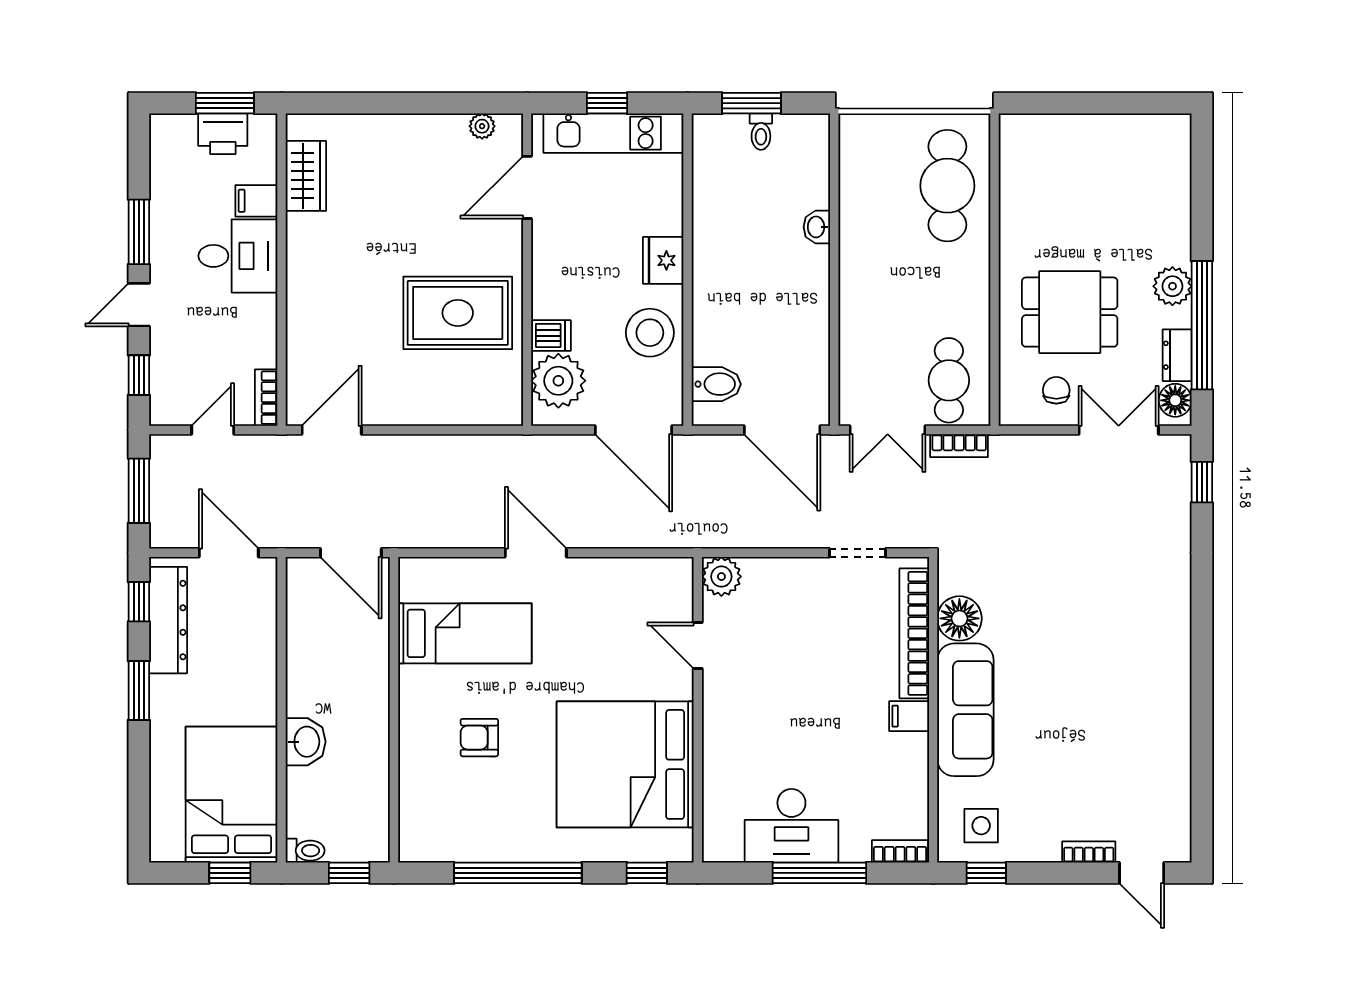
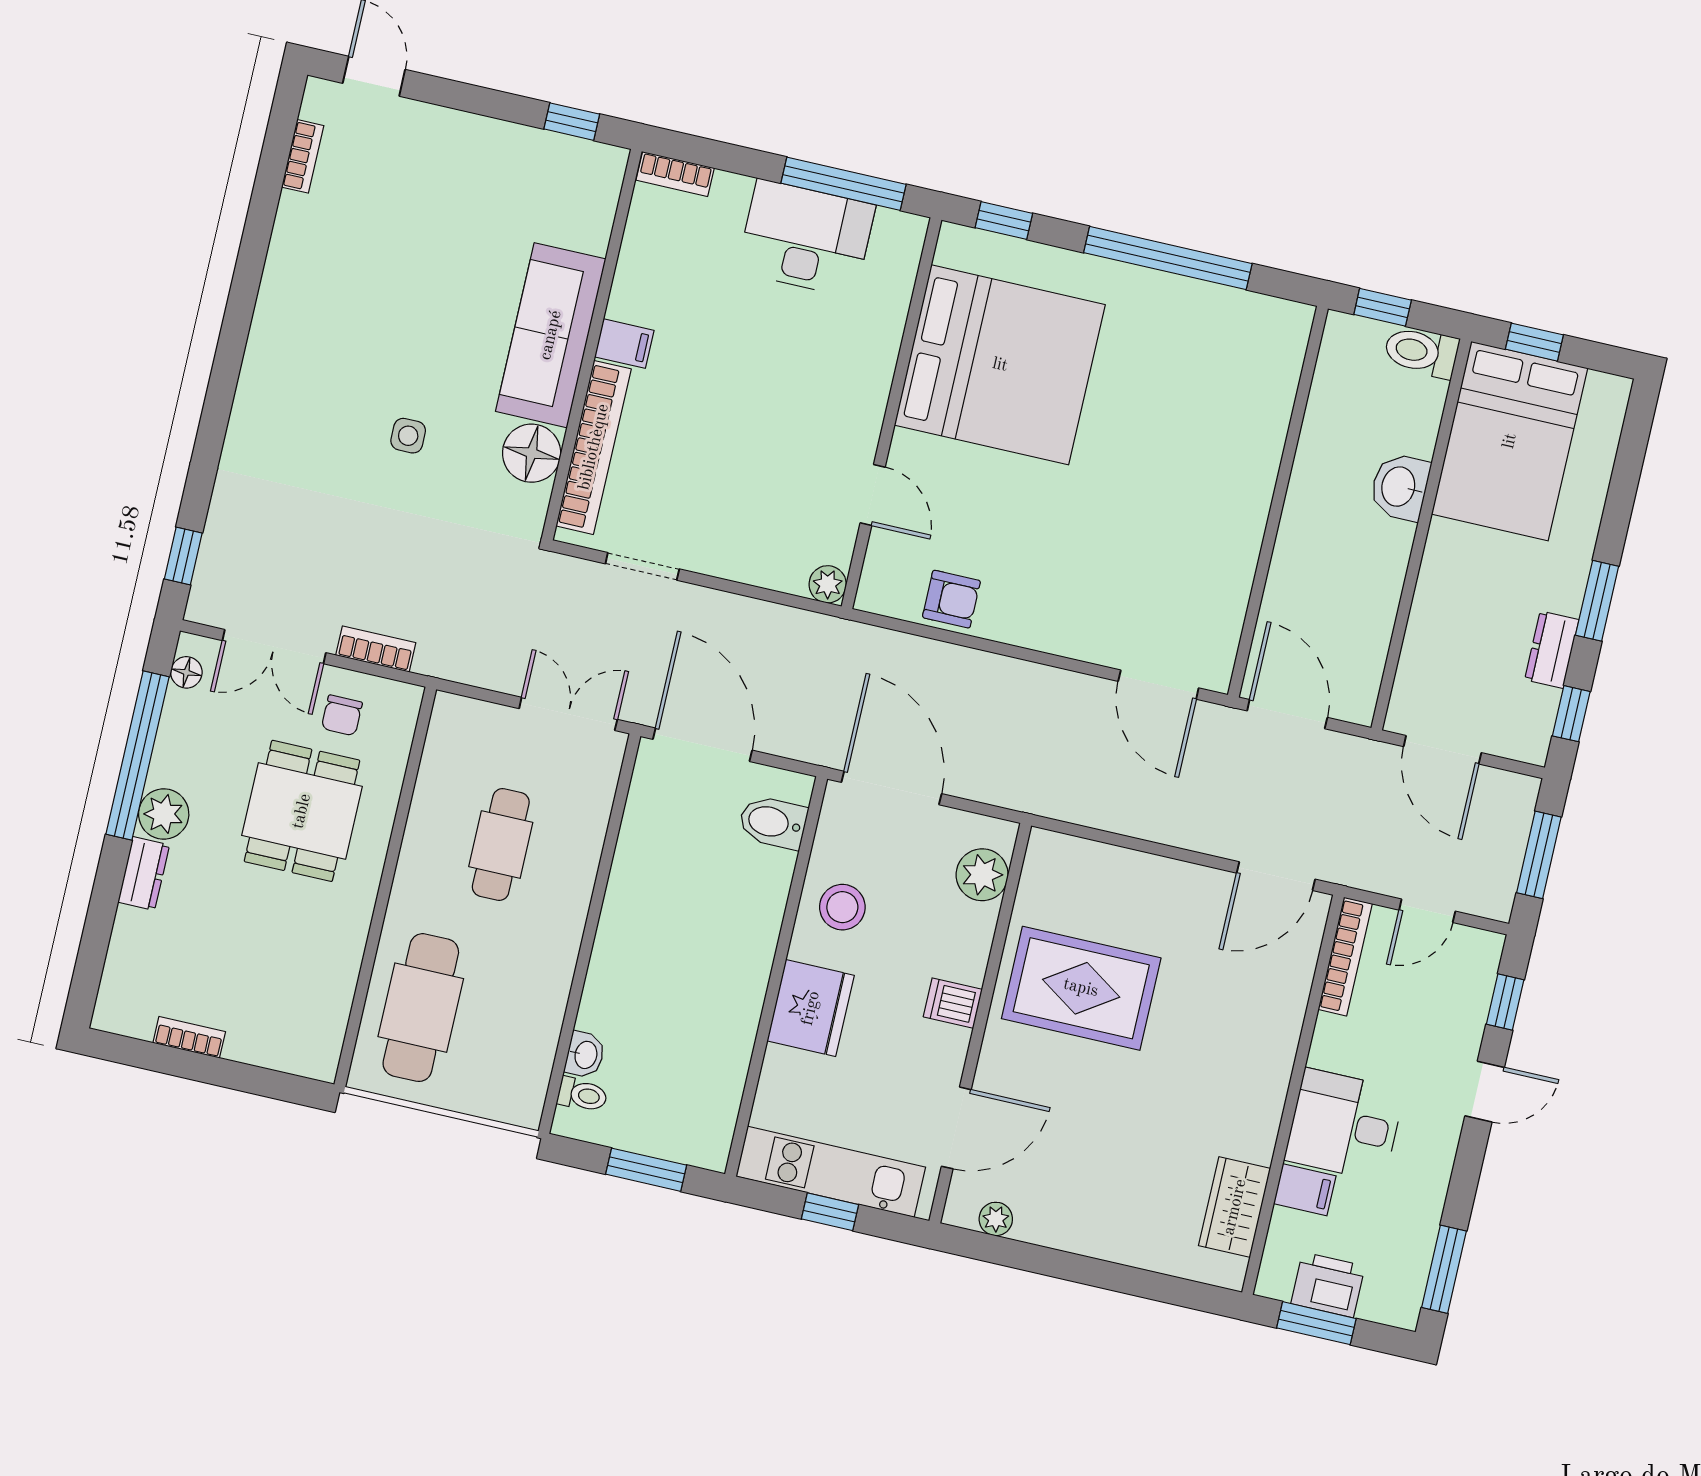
bookcase: (1115, 124) -> (189, 1037), added
toilet: (761, 132) -> (582, 1095), moved, turned 90
washbasin: (817, 227) -> (585, 1055), moved
window: (139, 232) -> (1444, 1269), moved
fridge: (663, 260) -> (811, 1008), width x1.36, depth x1.34
dining table: (1070, 312) -> (302, 811), turned 90
stool: (650, 333) -> (842, 907), width x0.73, depth x0.73
dishwasher: (551, 336) -> (953, 1003), moved
dresser: (1177, 355) -> (144, 873), moved
cafe table: (949, 380) -> (501, 845), moved
plant: (558, 381) -> (982, 875), width x0.73, depth x0.73
bookcase: (266, 398) -> (1345, 957), width x1.56
floor lamp: (1175, 400) -> (186, 672), width x0.73, depth x0.73
bookcase: (959, 446) -> (376, 649), moved
door: (536, 553) -> (1158, 685), moved
plant: (721, 577) -> (828, 584), width x0.73, depth x0.73
dresser: (168, 620) -> (1552, 650), width x0.51, depth x0.80
bed: (465, 633) -> (1165, 578), removed
armchair: (479, 738) -> (951, 599), moved
side table: (981, 826) -> (408, 436), moved, width x0.73, depth x0.73
toilet: (305, 851) -> (1421, 352), width x1.37, depth x1.39
bookcase: (1089, 852) -> (303, 156), moved, turned -90
window: (819, 873) -> (843, 184), moved

